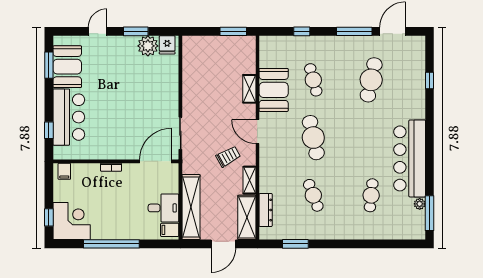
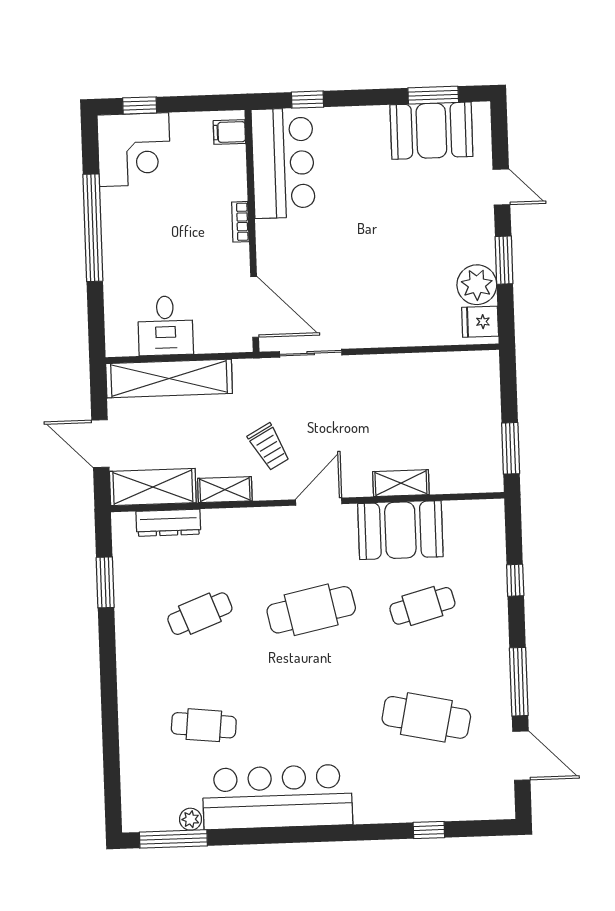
bar counter: (69, 117) -> (283, 163), moved, turned -90
filing cabinet: (170, 230) -> (123, 339), removed

